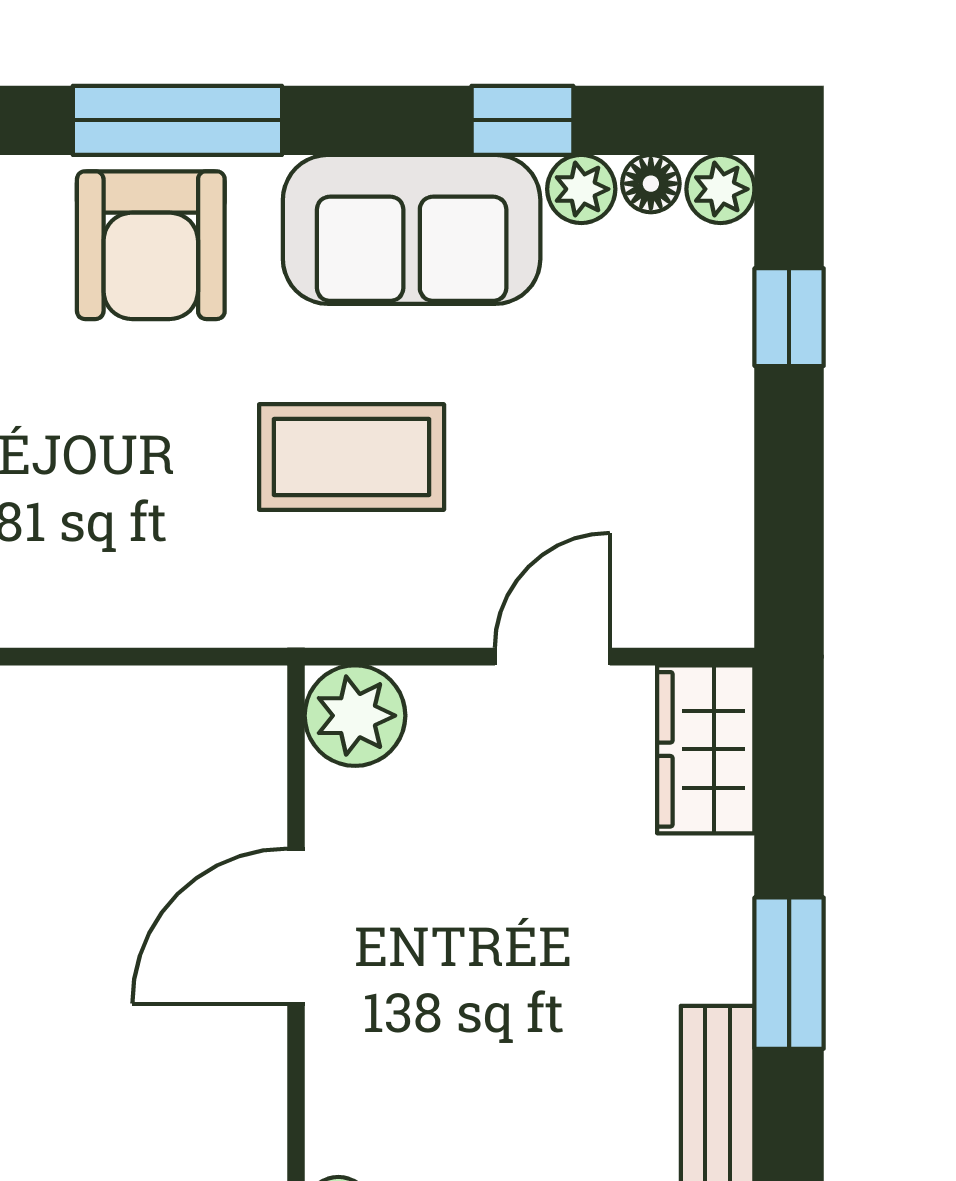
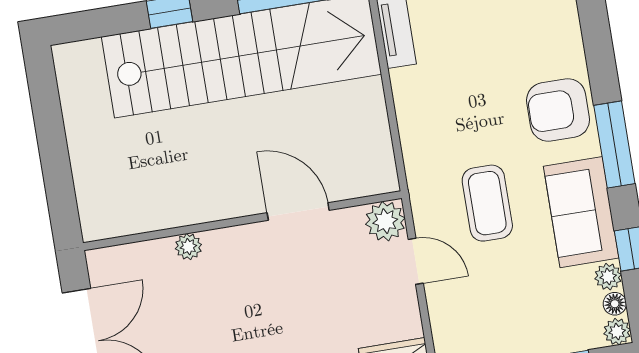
window: (177, 120) -> (614, 145), moved
door: (552, 657) -> (416, 261), moved

